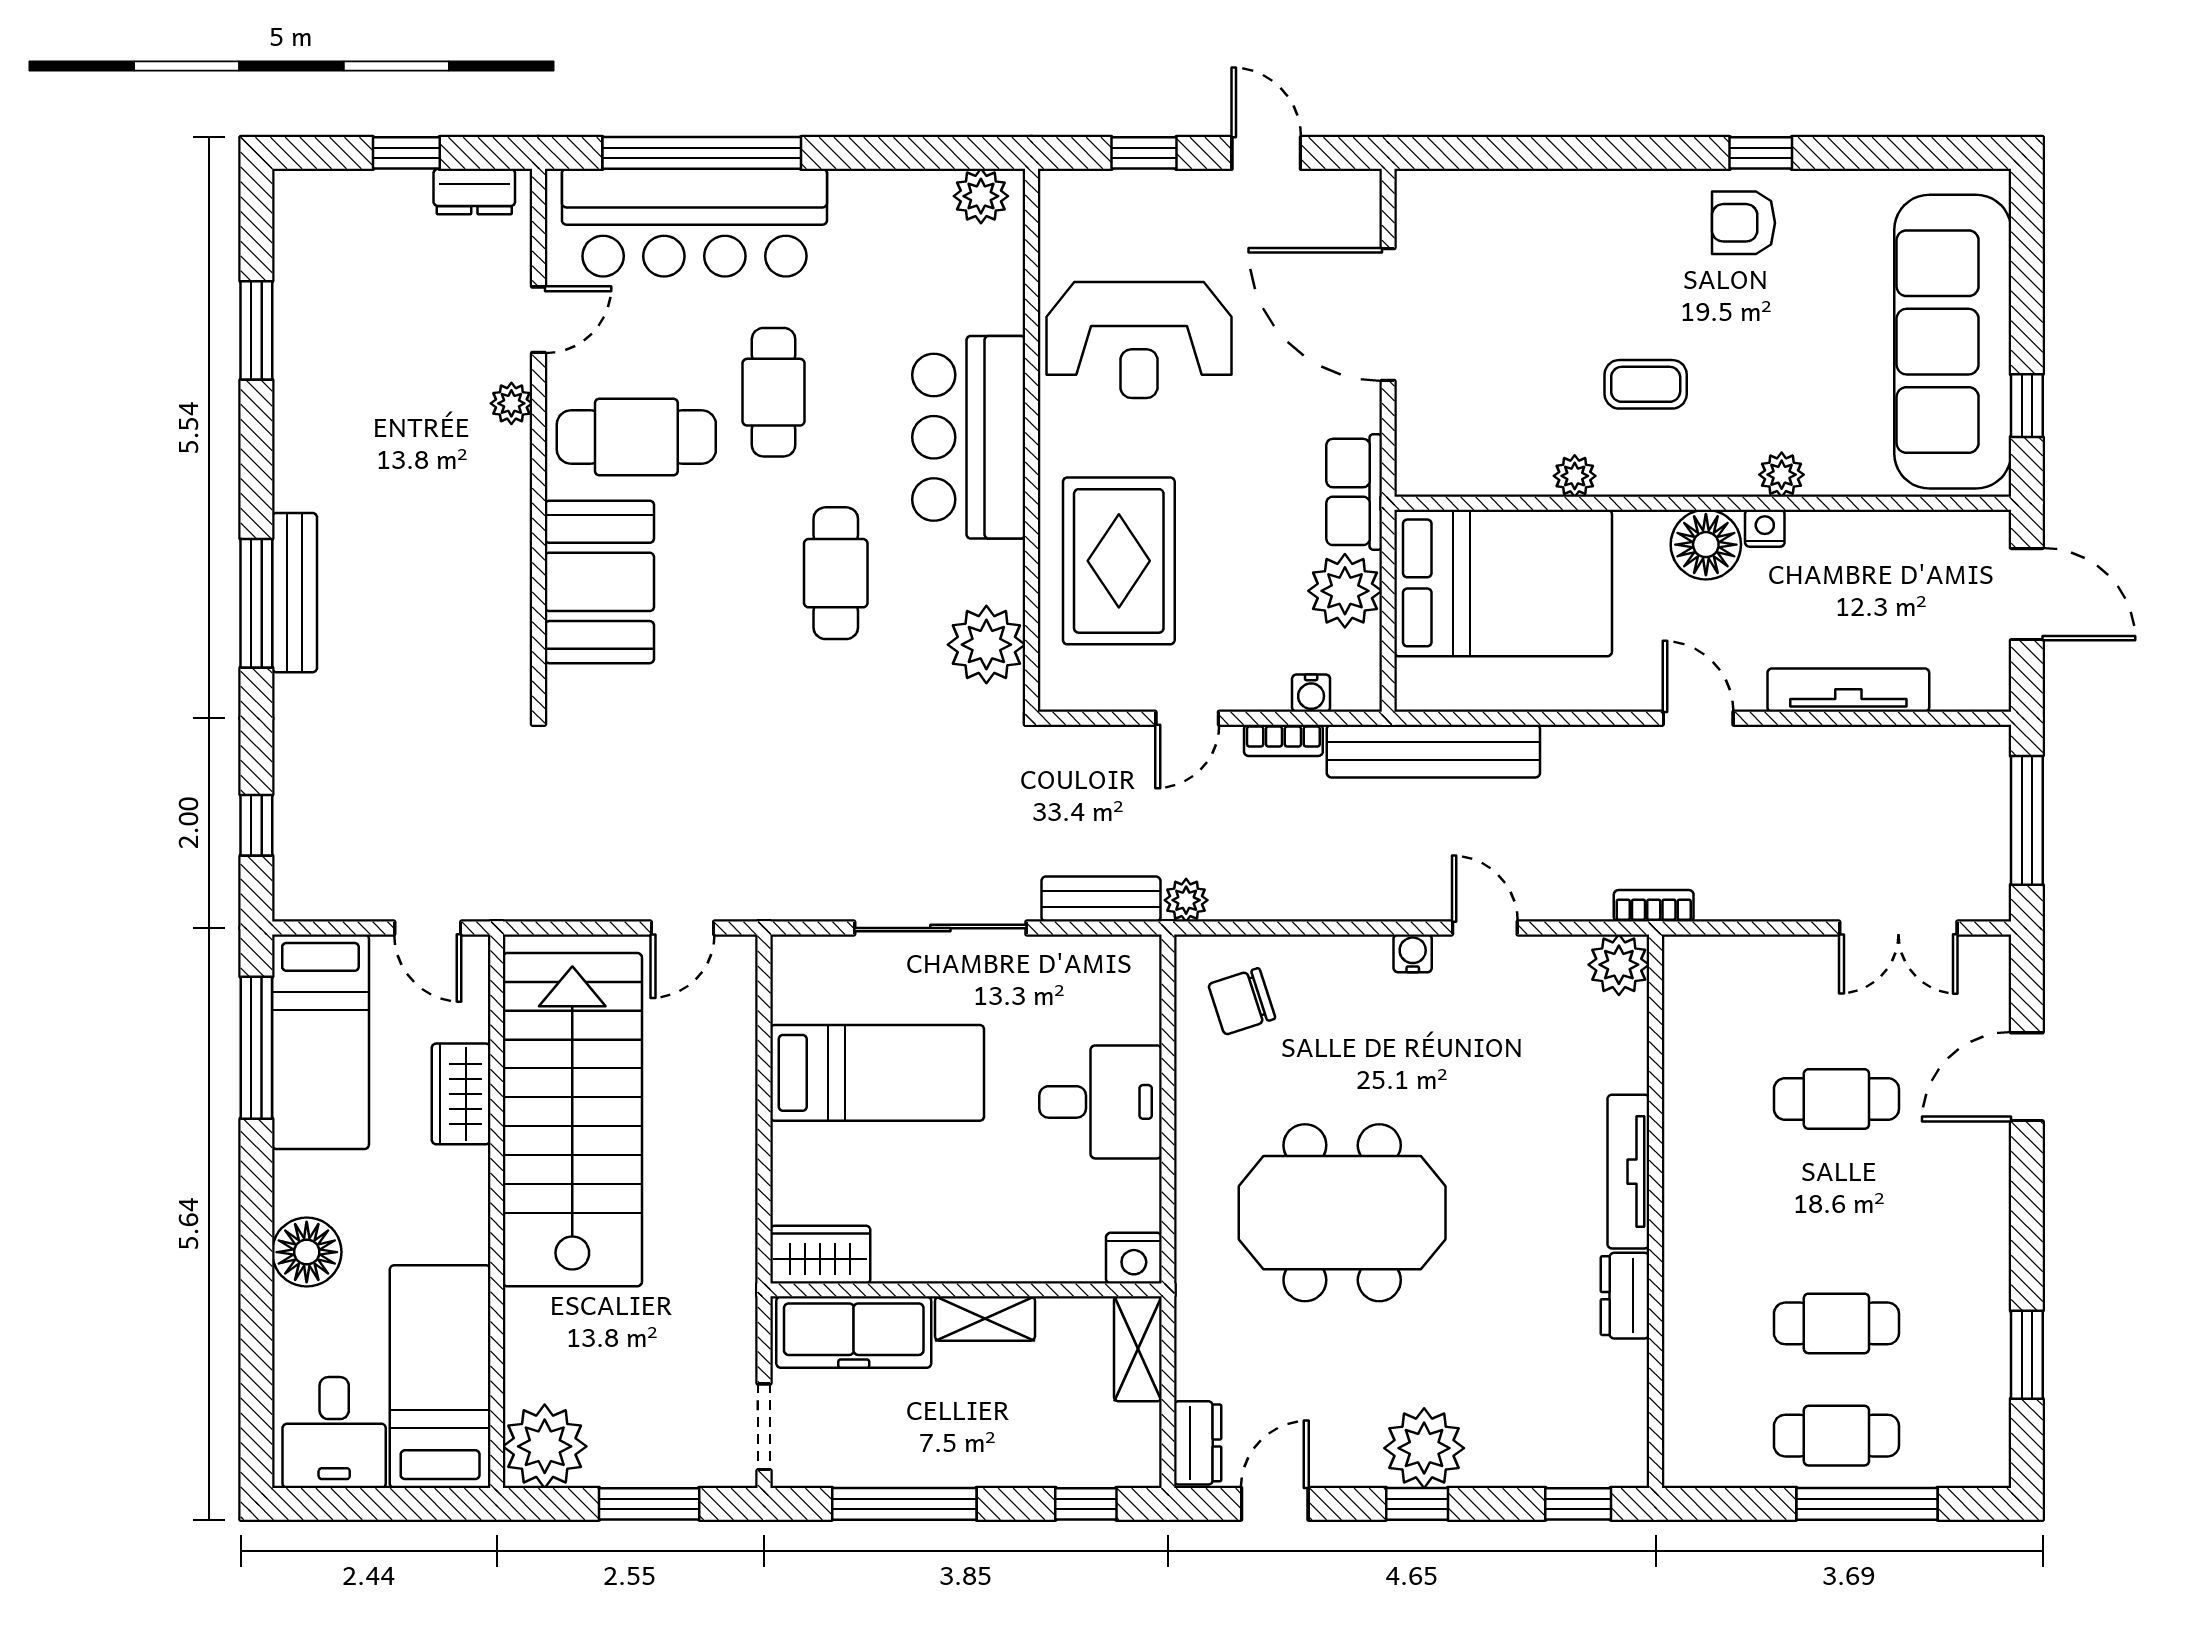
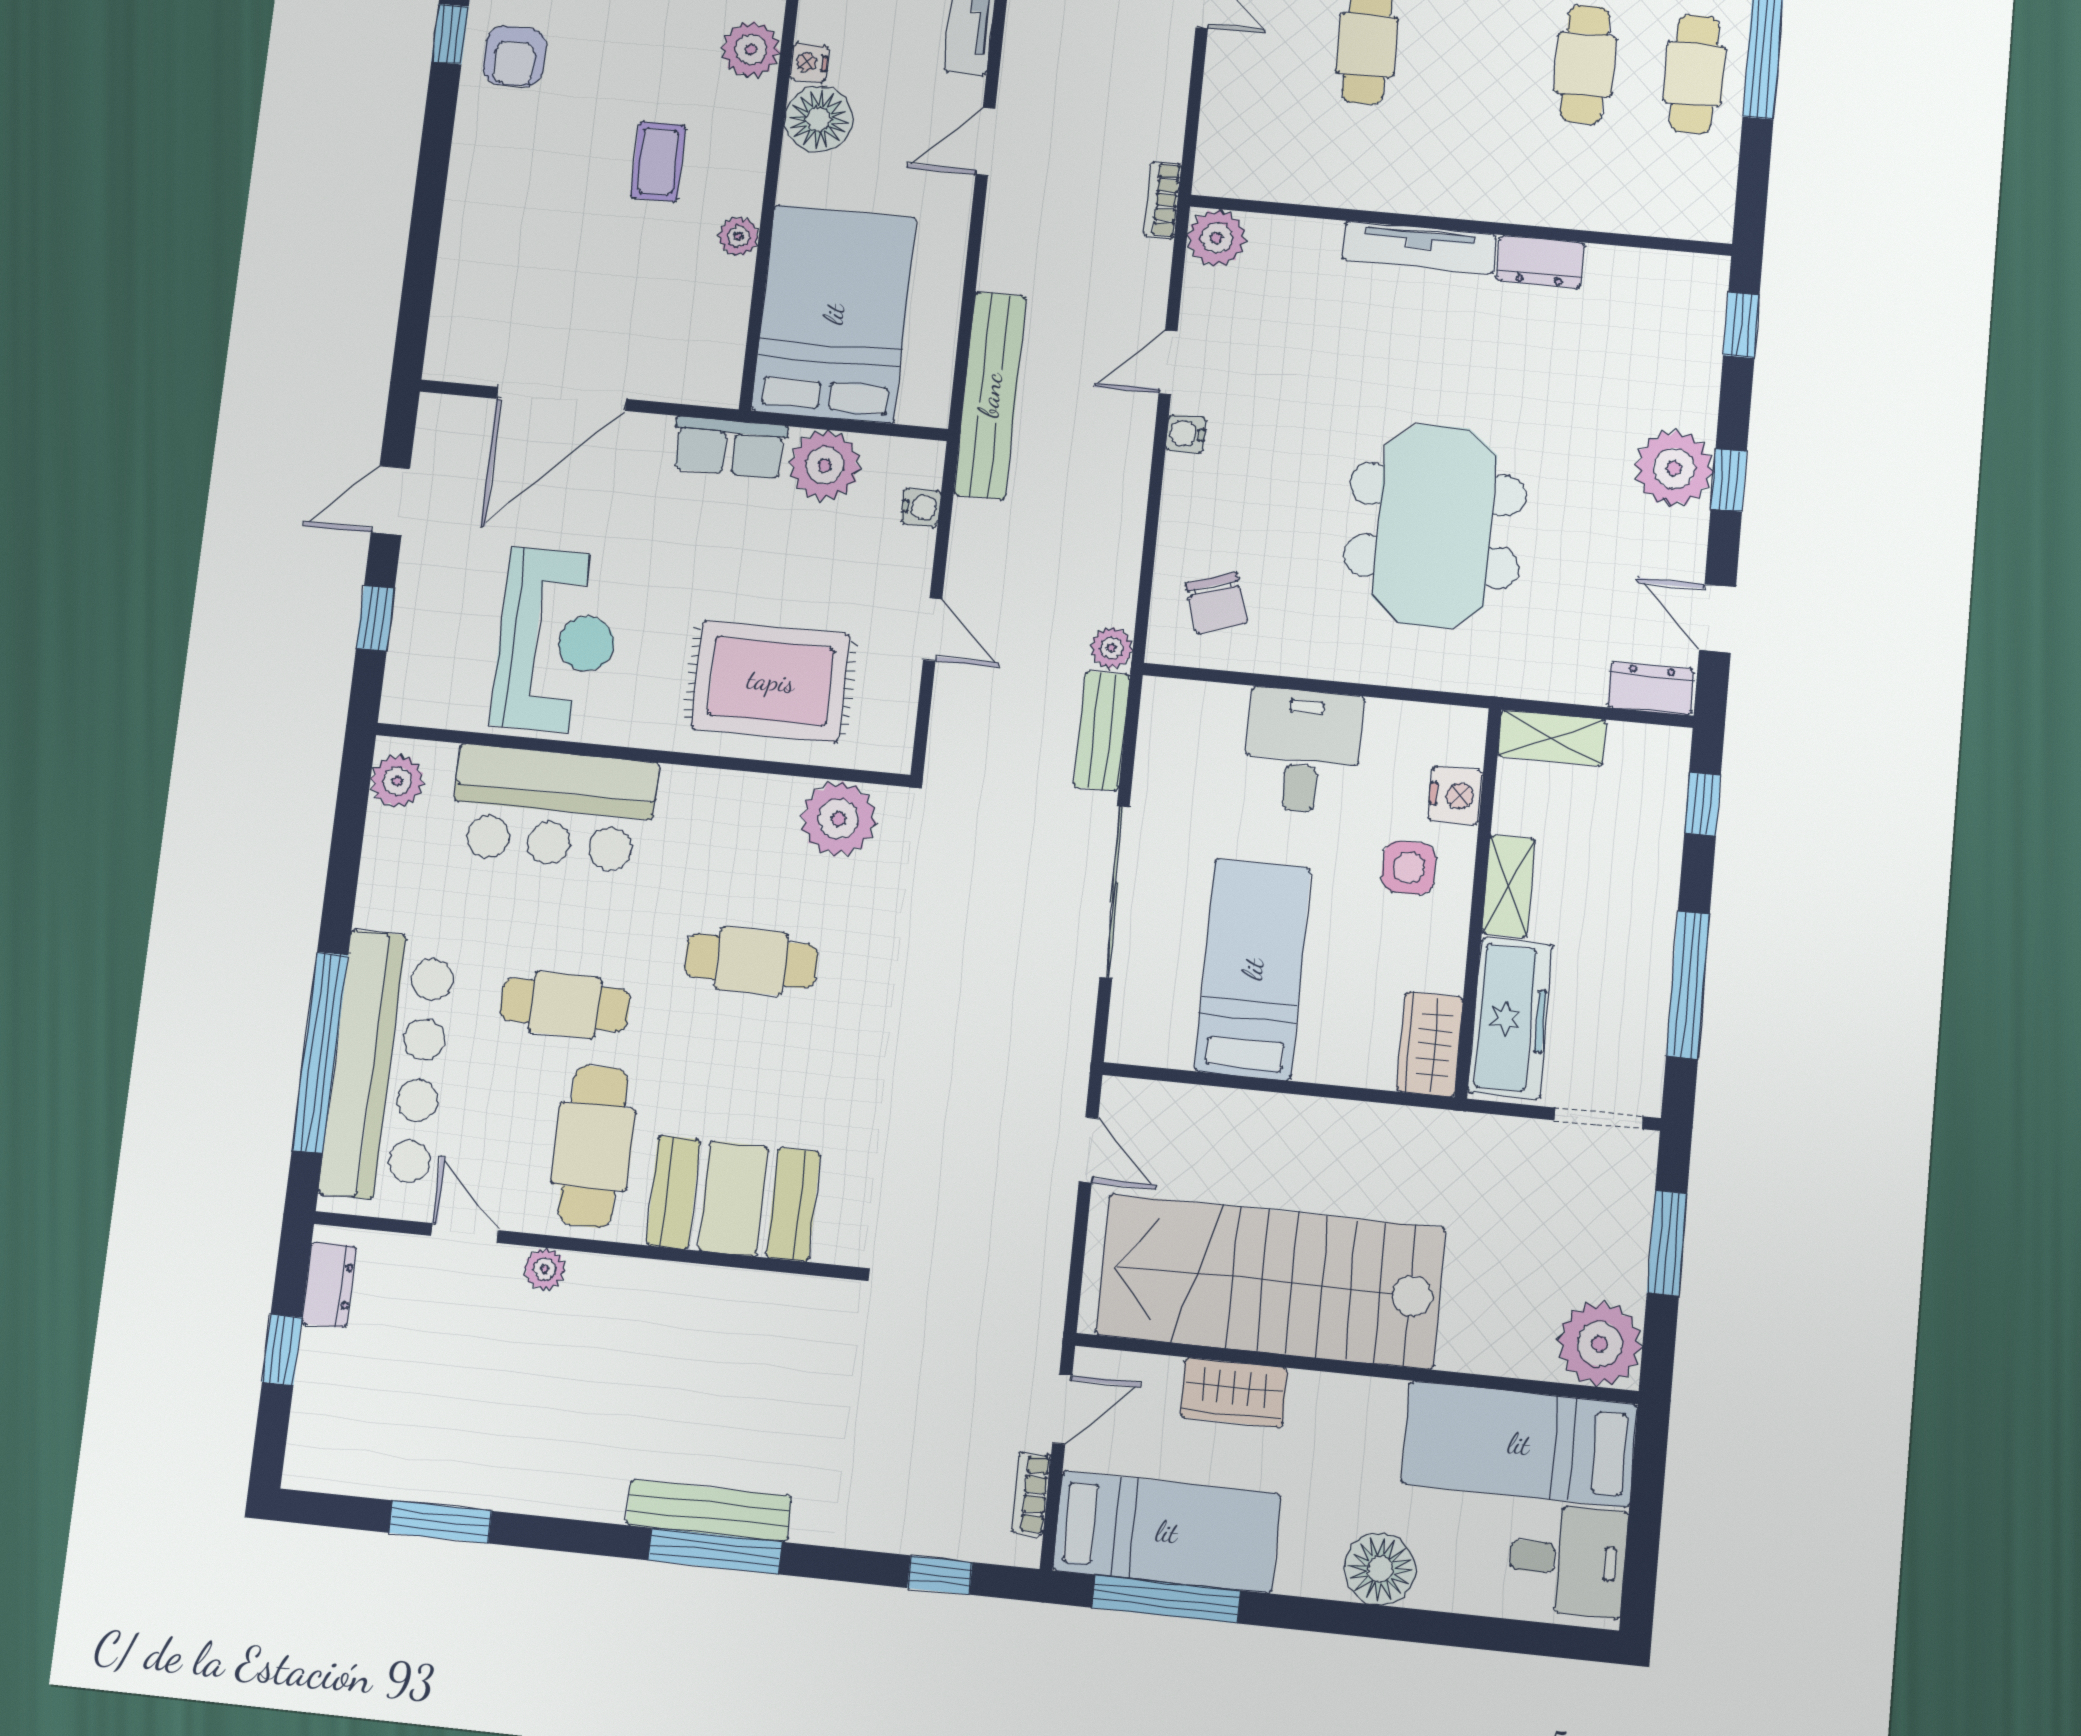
bar counter: (969, 437) -> (553, 808), moved
plant: (1782, 475) -> (751, 49), width x1.38, depth x1.38
bookcase: (1283, 740) -> (1031, 1494), moved, turned 180
side table: (994, 1218) -> (1409, 868), added
nightstand: (1134, 1258) -> (1456, 796), moved

